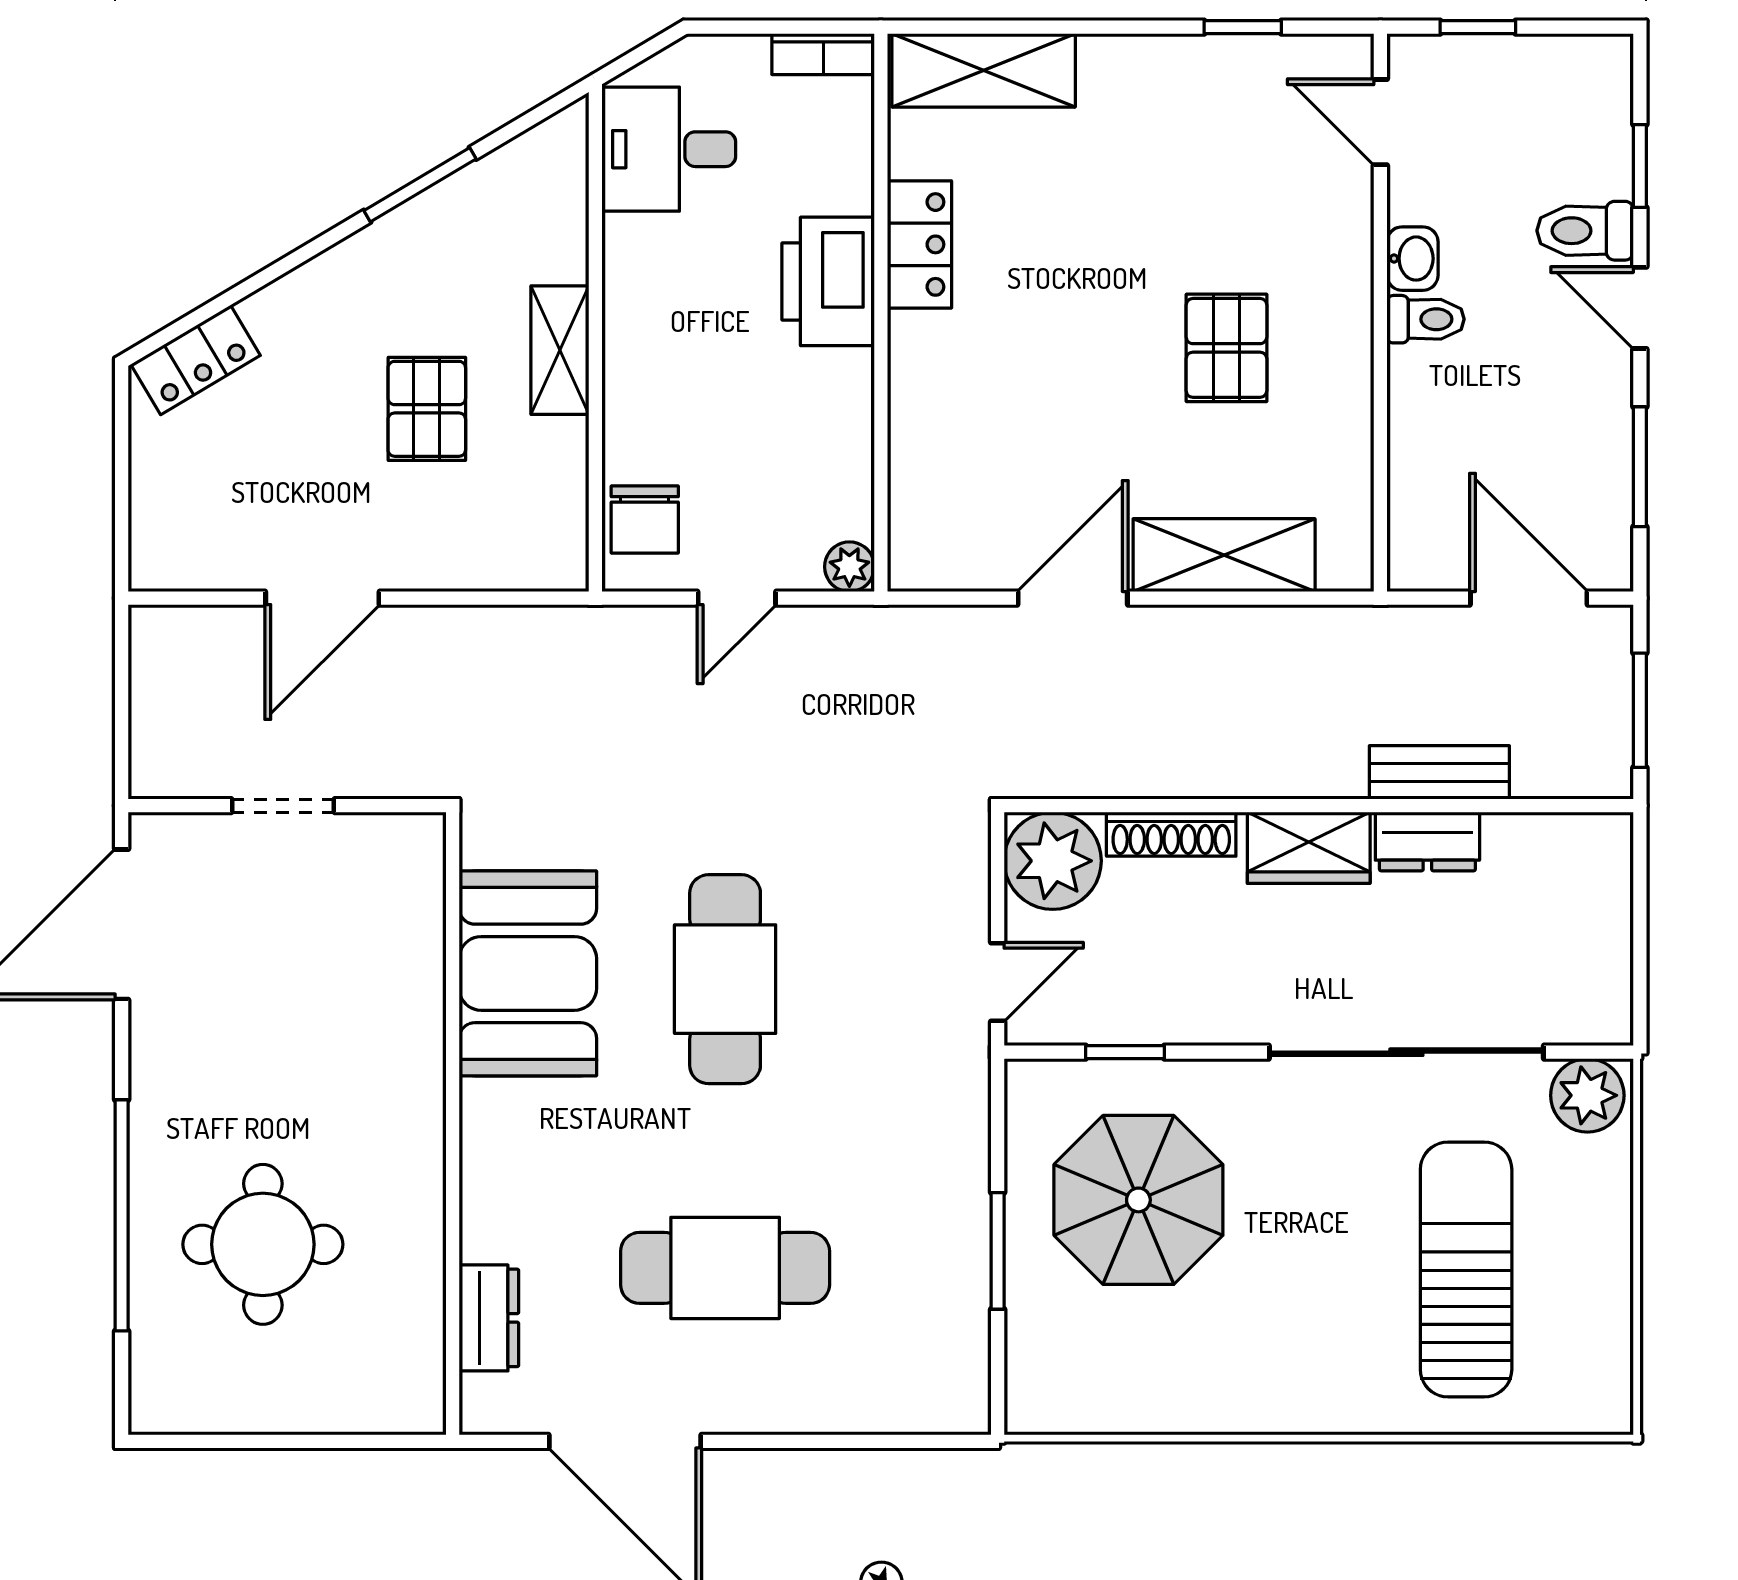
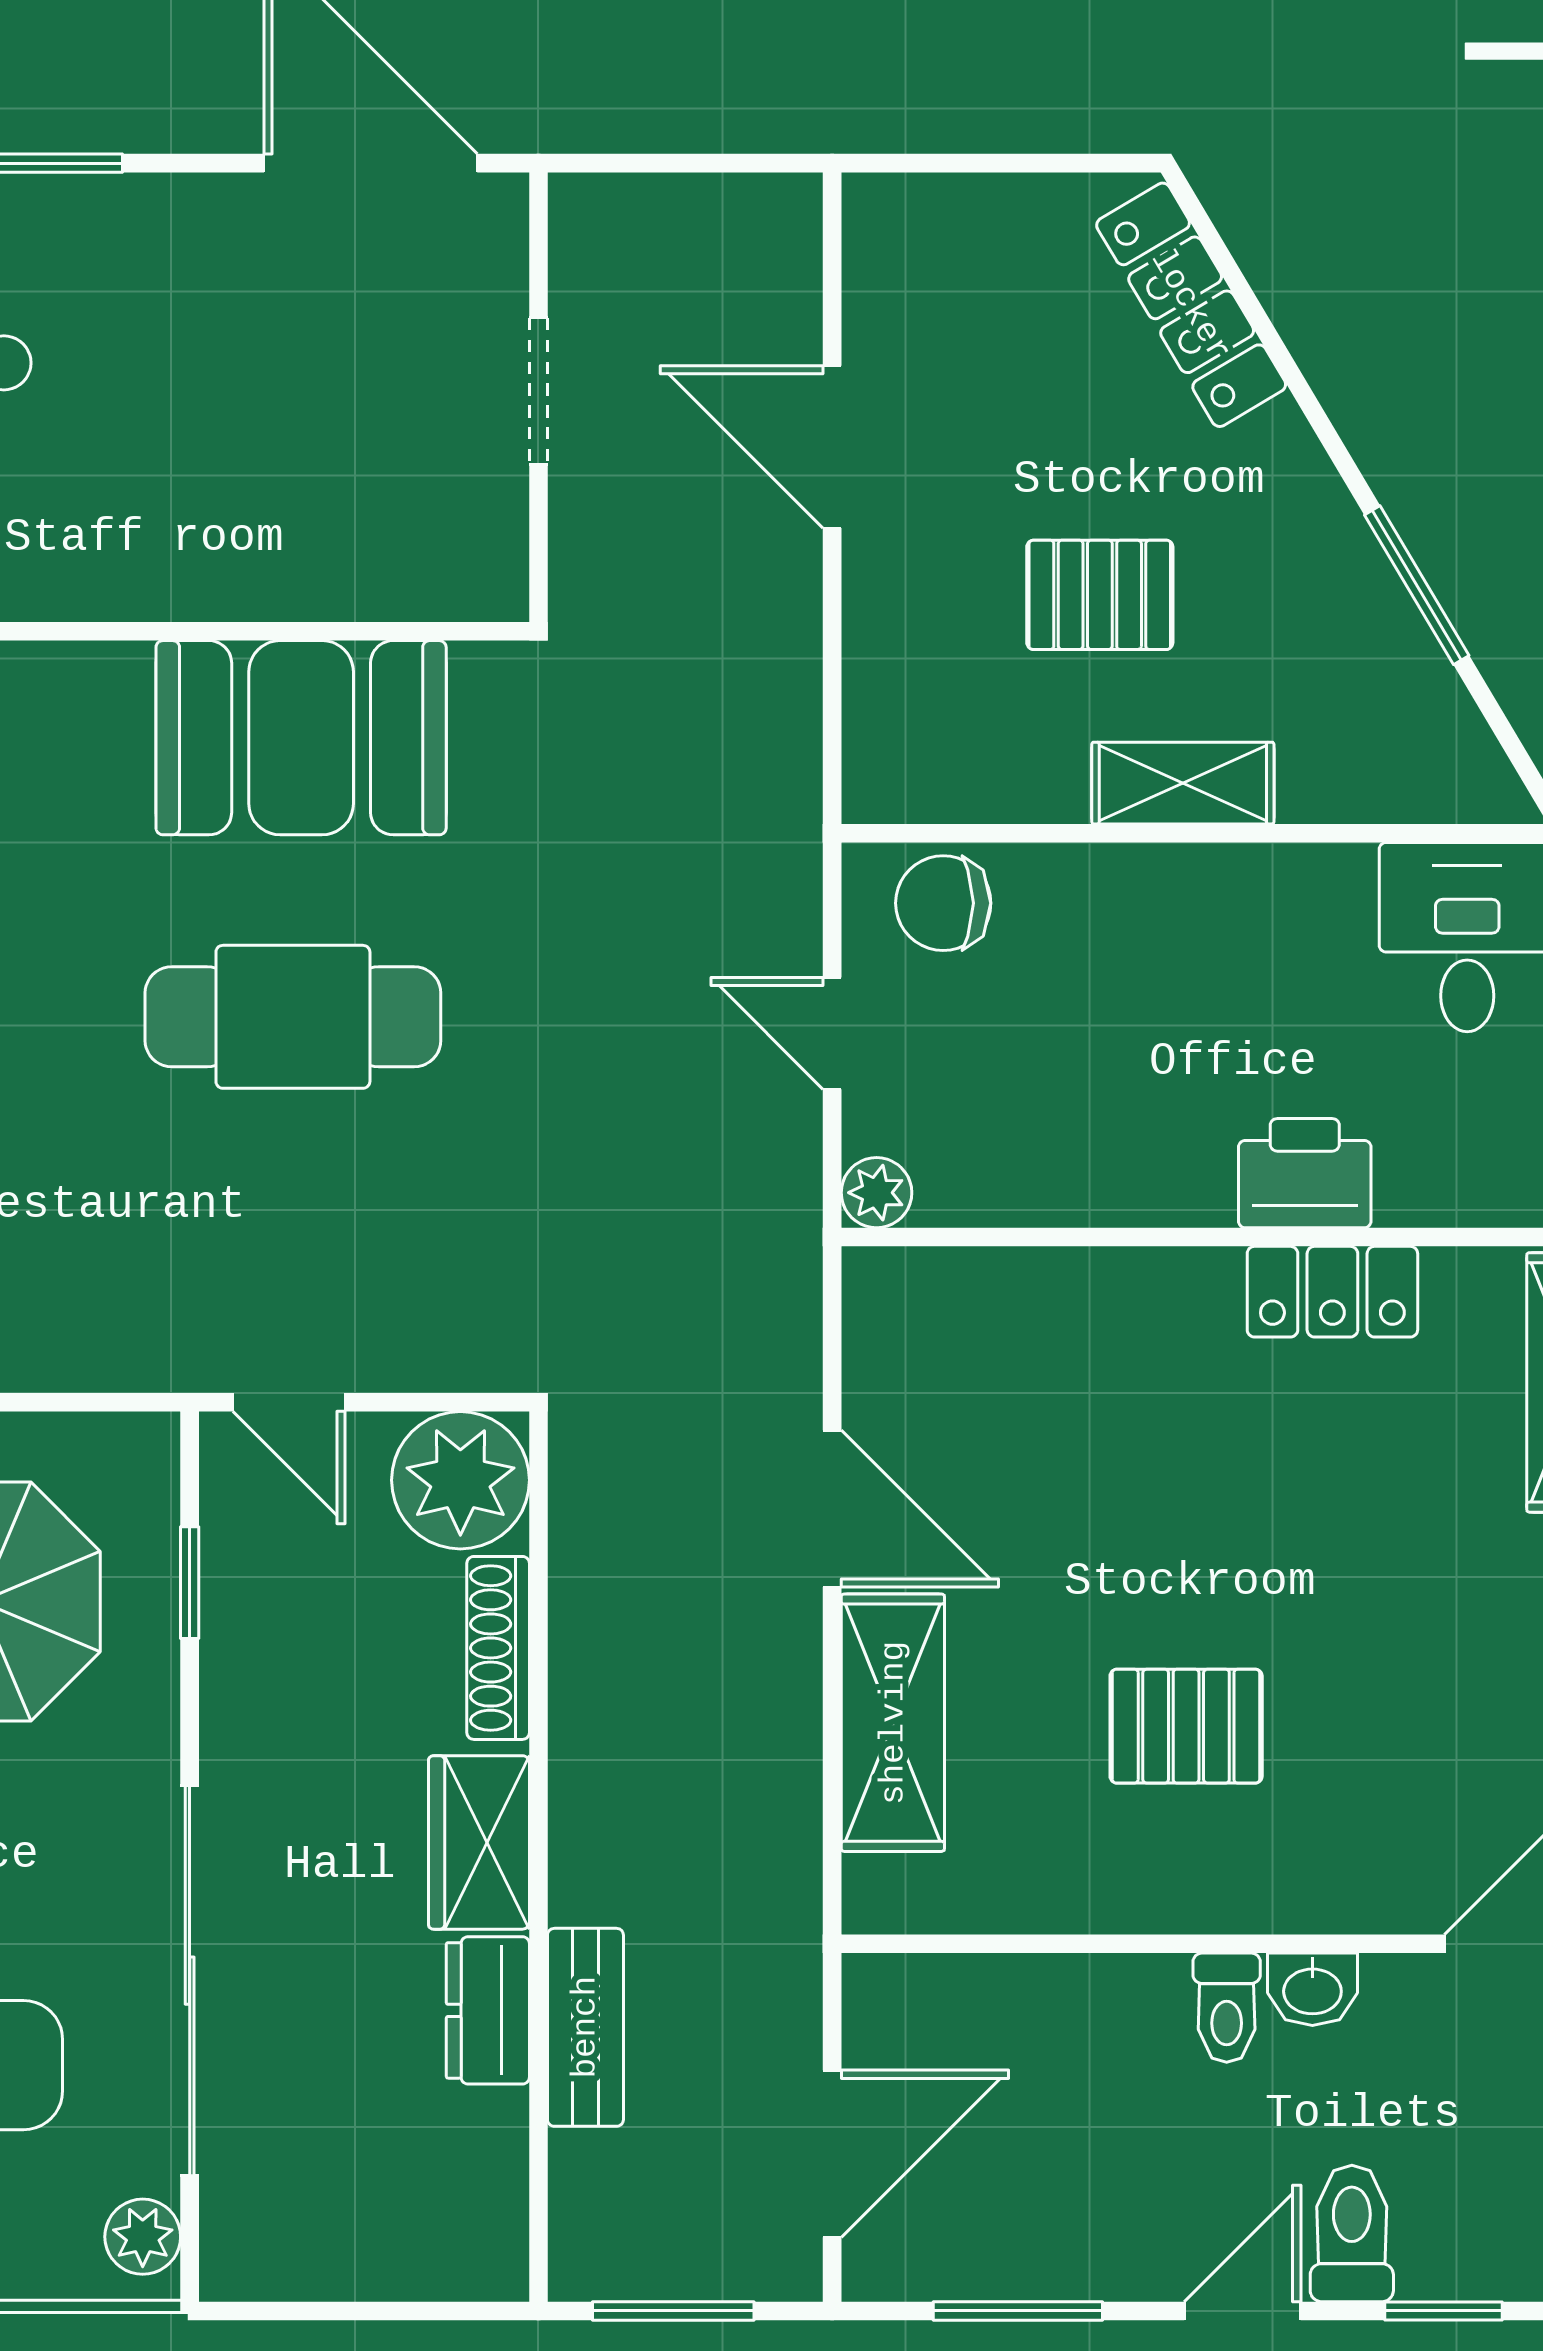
printer: (828, 281) -> (1305, 1173), width x0.73, depth x0.84
locker: (196, 360) -> (1191, 305), width x1.53
plant: (1587, 1095) -> (143, 2237), width x0.73, depth x0.73

